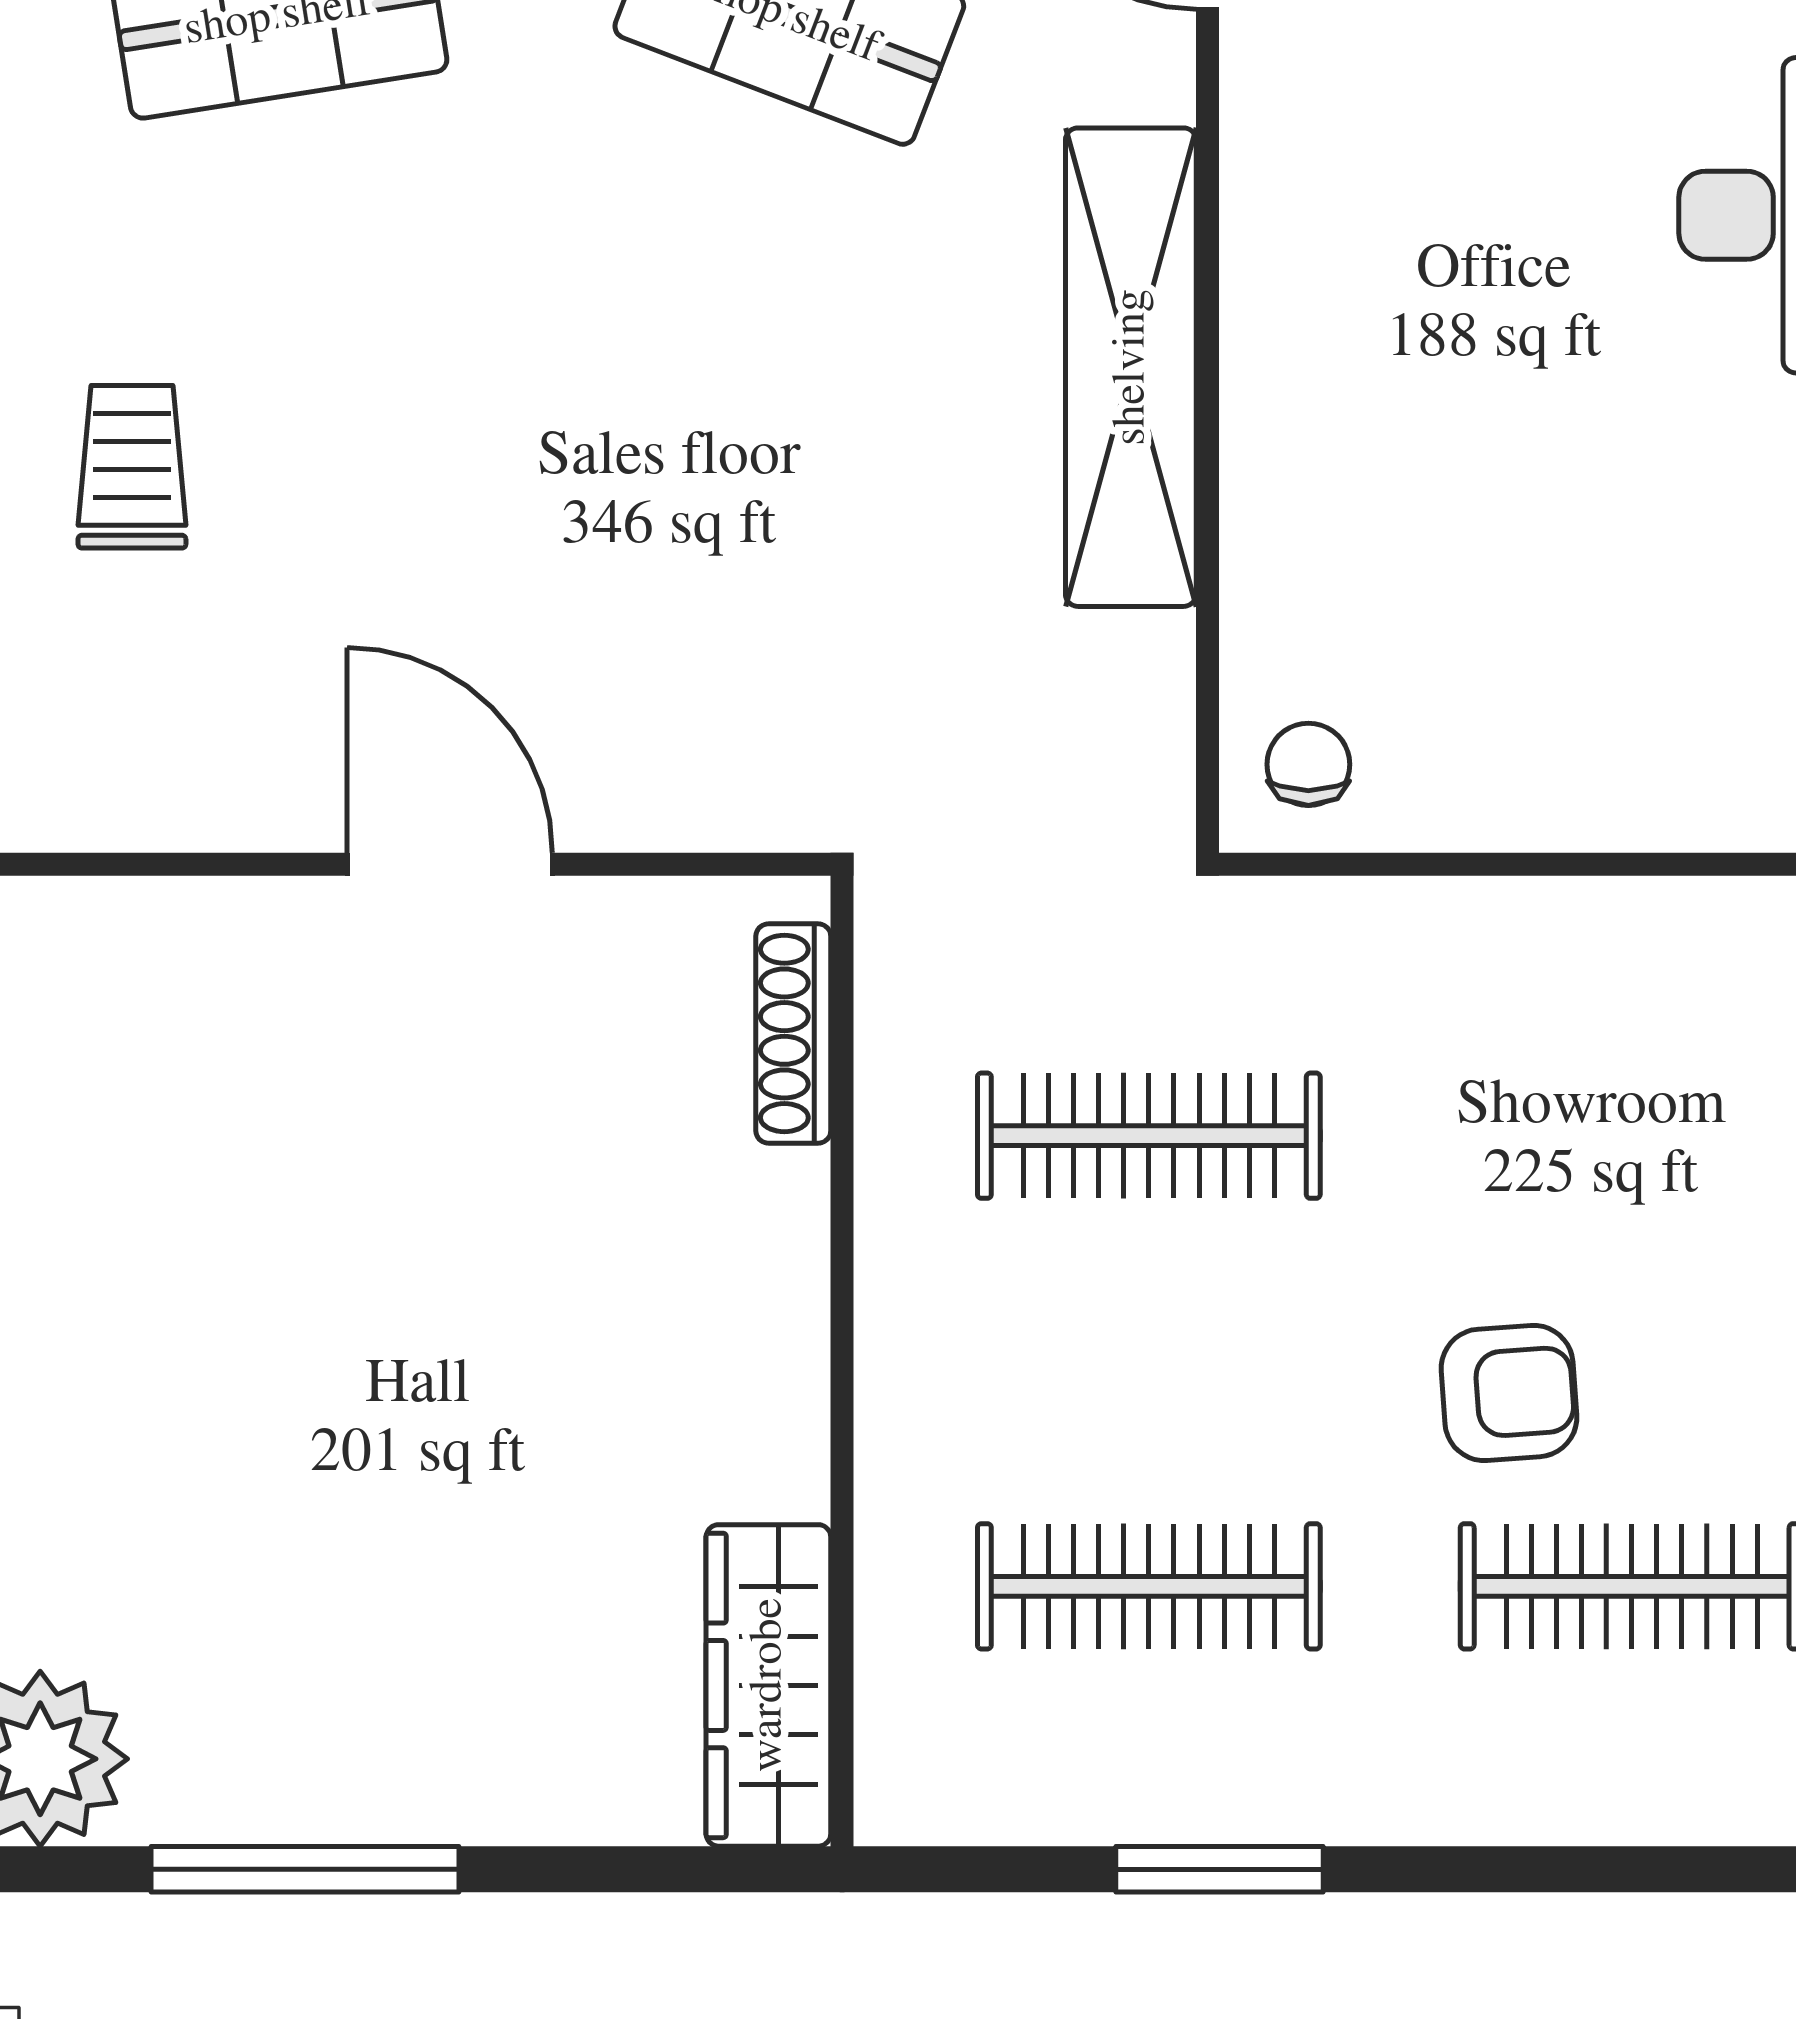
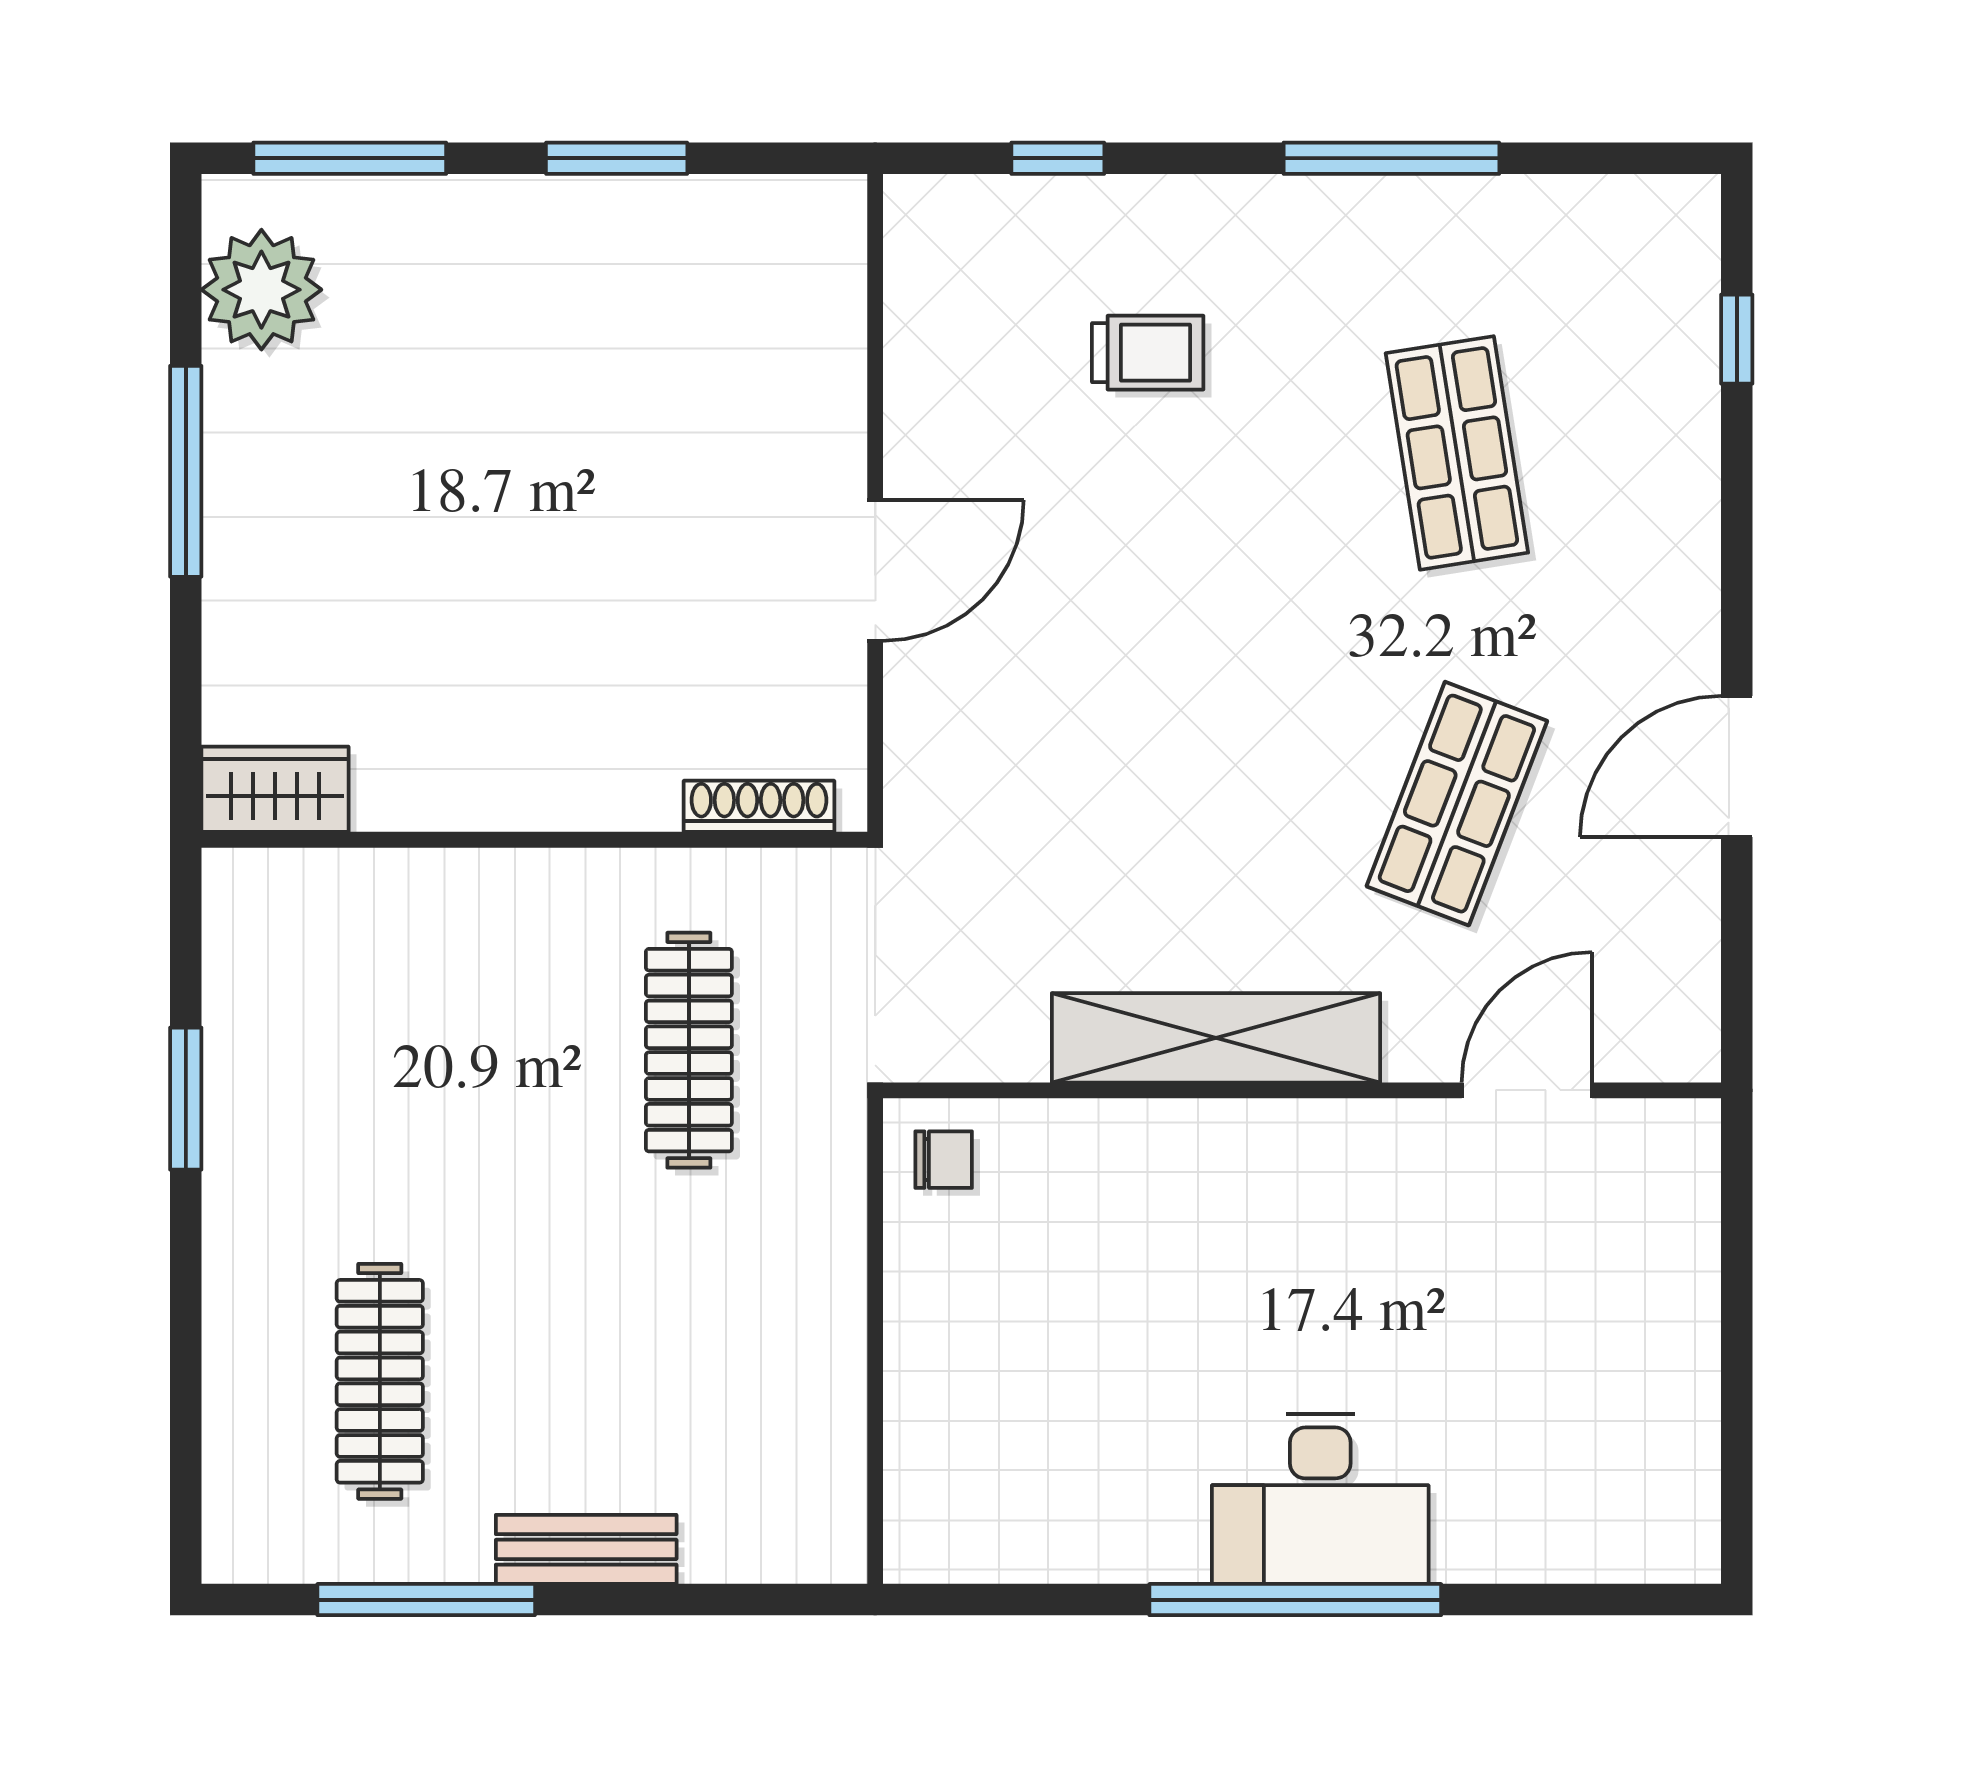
armchair: (1509, 1393) -> (512, 1297), removed
clothes rail: (1149, 1586) -> (380, 1050), removed
wardrobe: (768, 1685) -> (275, 789), width x0.67

